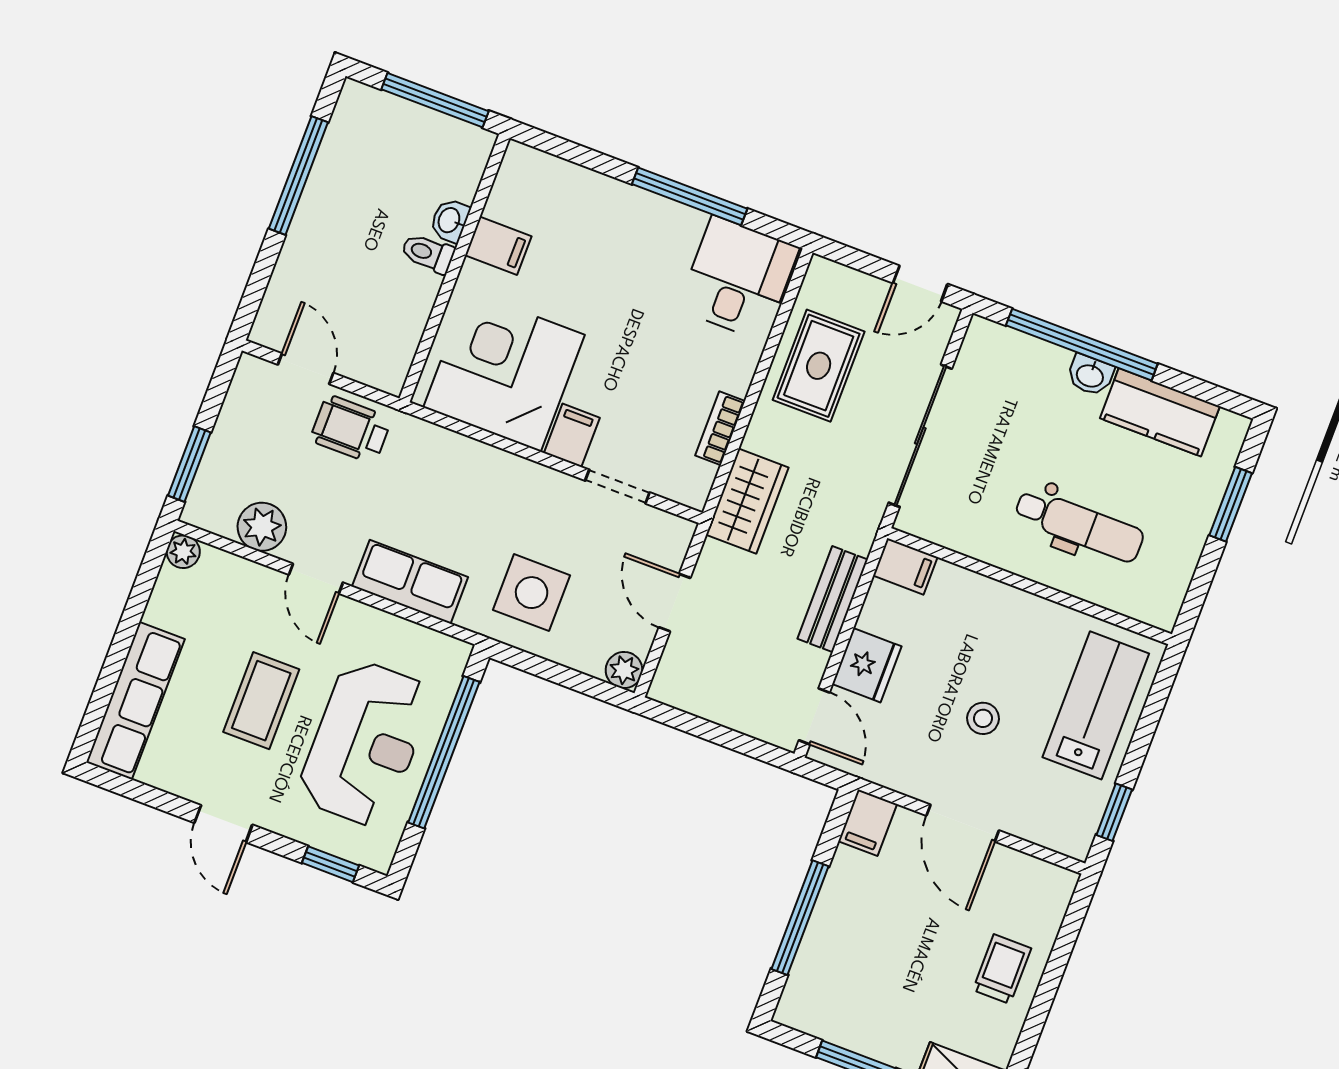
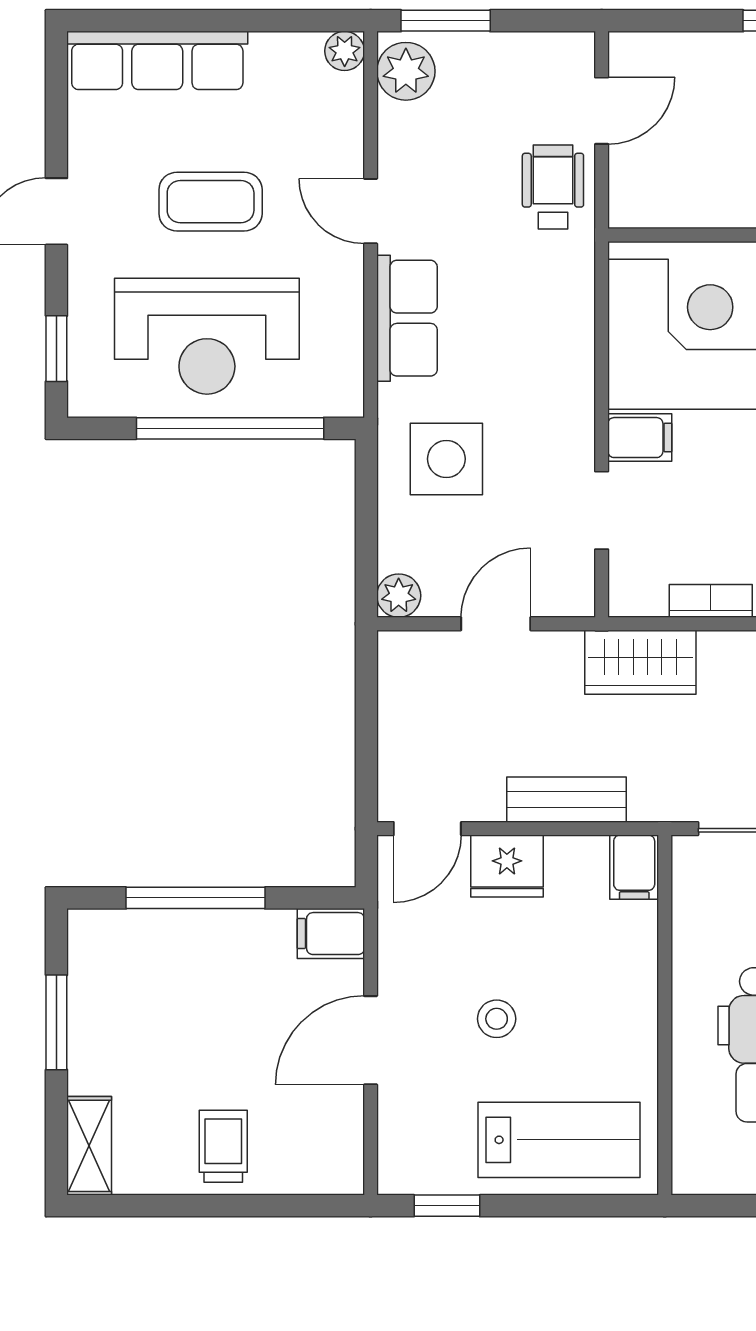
plant: (262, 527) -> (406, 71), moved
door: (316, 579) -> (371, 211), hinge flipped
trolley: (1002, 969) -> (223, 1146), turned -90

